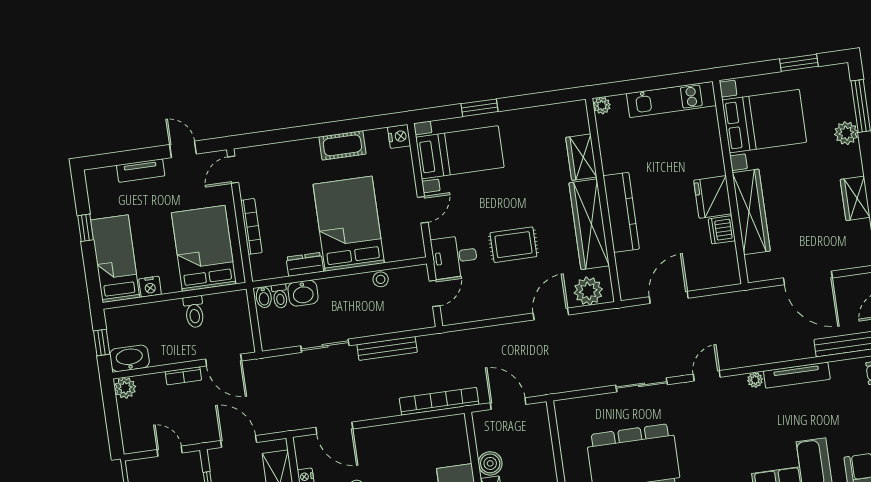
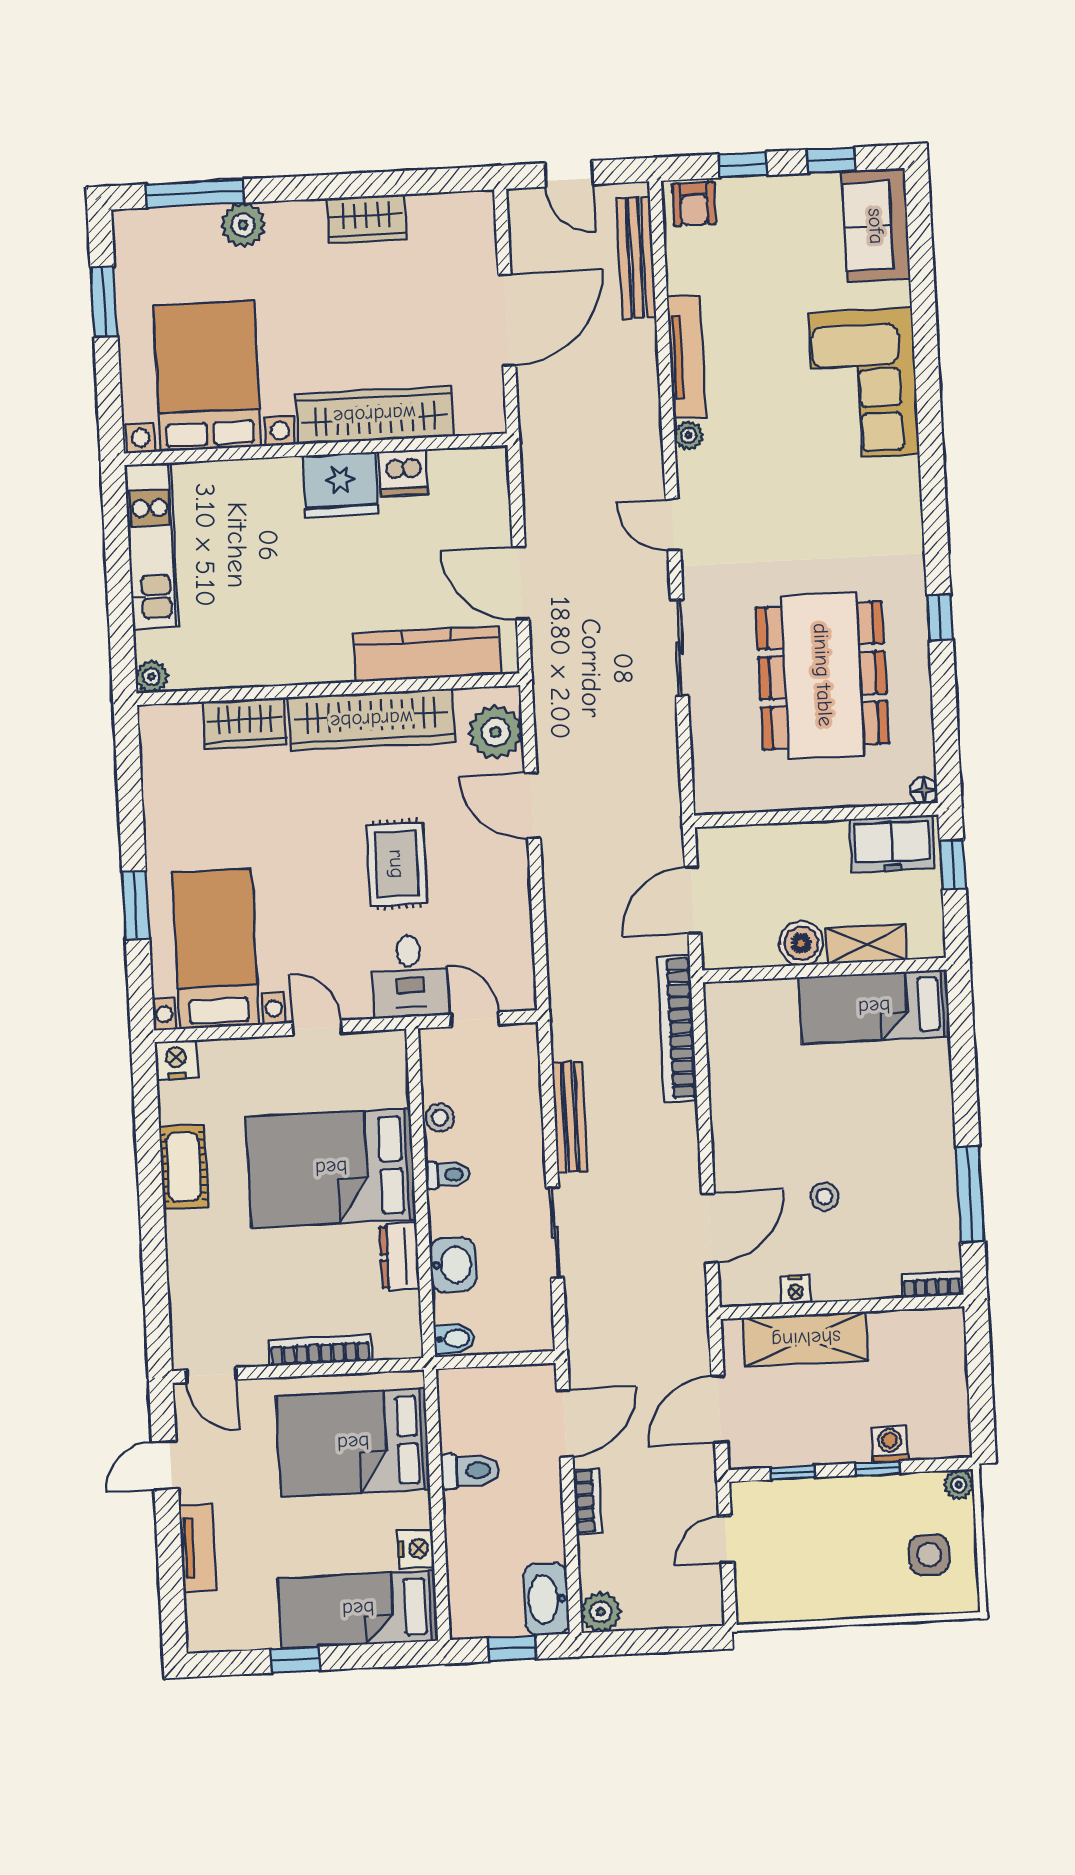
kitchen counter: (621, 212) -> (427, 654), moved
toilet: (280, 296) -> (448, 1175), moved

